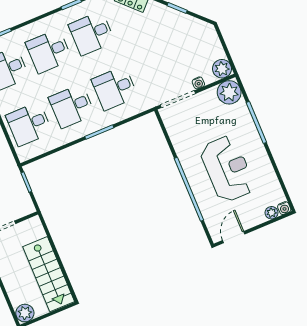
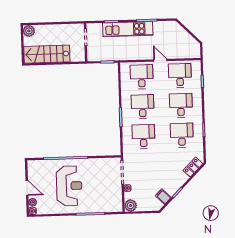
filing cabinet: (191, 26) -> (163, 197), added
plant: (229, 92) -> (115, 204), removed
reception desk: (227, 169) -> (69, 186), turned -90
door: (234, 237) -> (27, 188), moved

